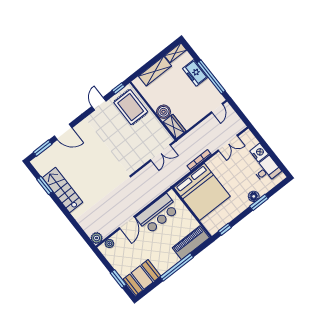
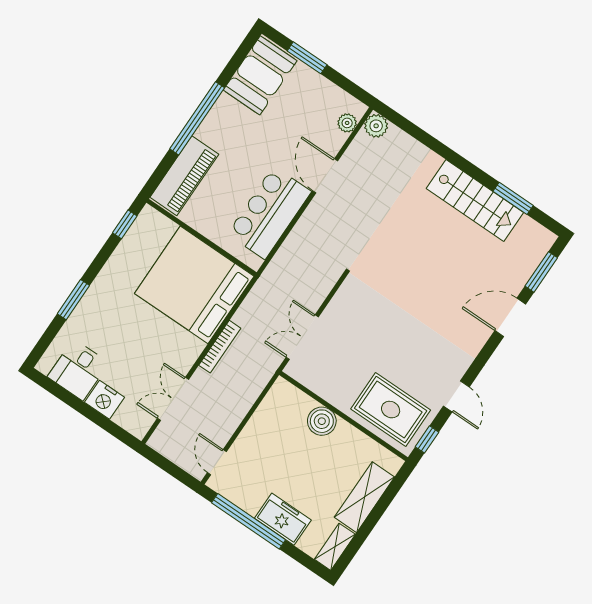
wardrobe: (174, 127) -> (291, 398), removed
floor lamp: (254, 196) -> (88, 309), removed

